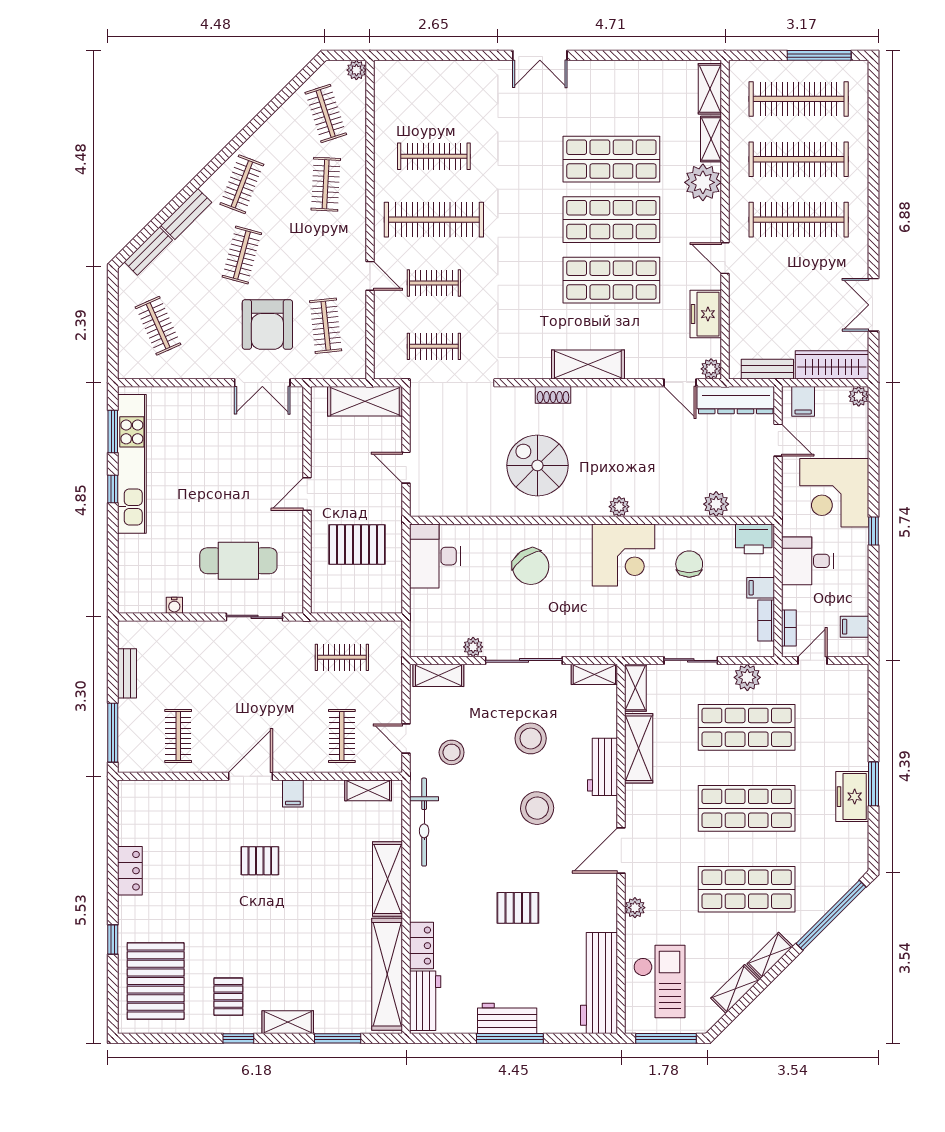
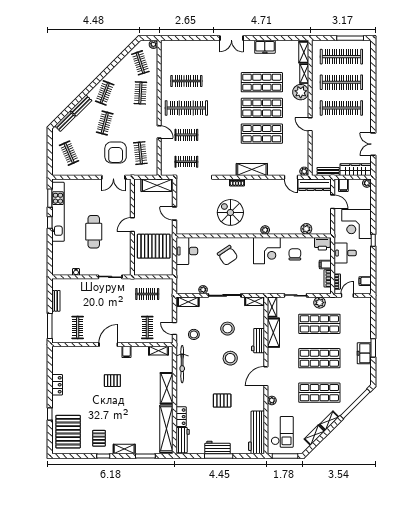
freezer: (706, 314) -> (265, 47), moved, turned -90
pallet: (357, 545) -> (154, 246), width x1.37, depth x1.41
cafe table: (238, 561) -> (94, 232), moved, turned 90

